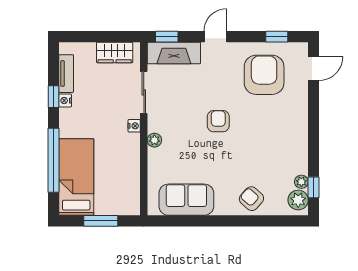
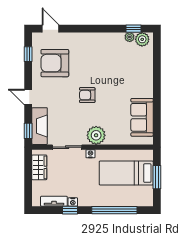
plant: (154, 140) -> (96, 135), width x1.87, depth x1.87
bed: (76, 177) -> (126, 173), moved
armchair: (251, 199) -> (141, 72), removed

